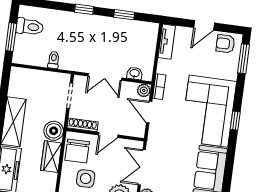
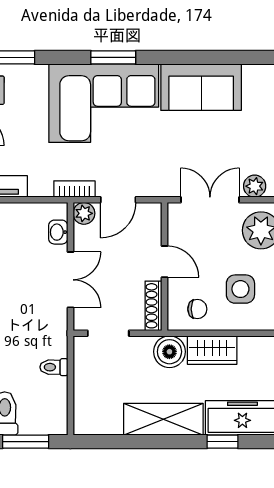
window: (235, 121) -> (113, 57), width x1.50
chair: (77, 151) -> (197, 309), width x0.54, depth x0.54
double door: (142, 167) -> (210, 200), swing flipped

